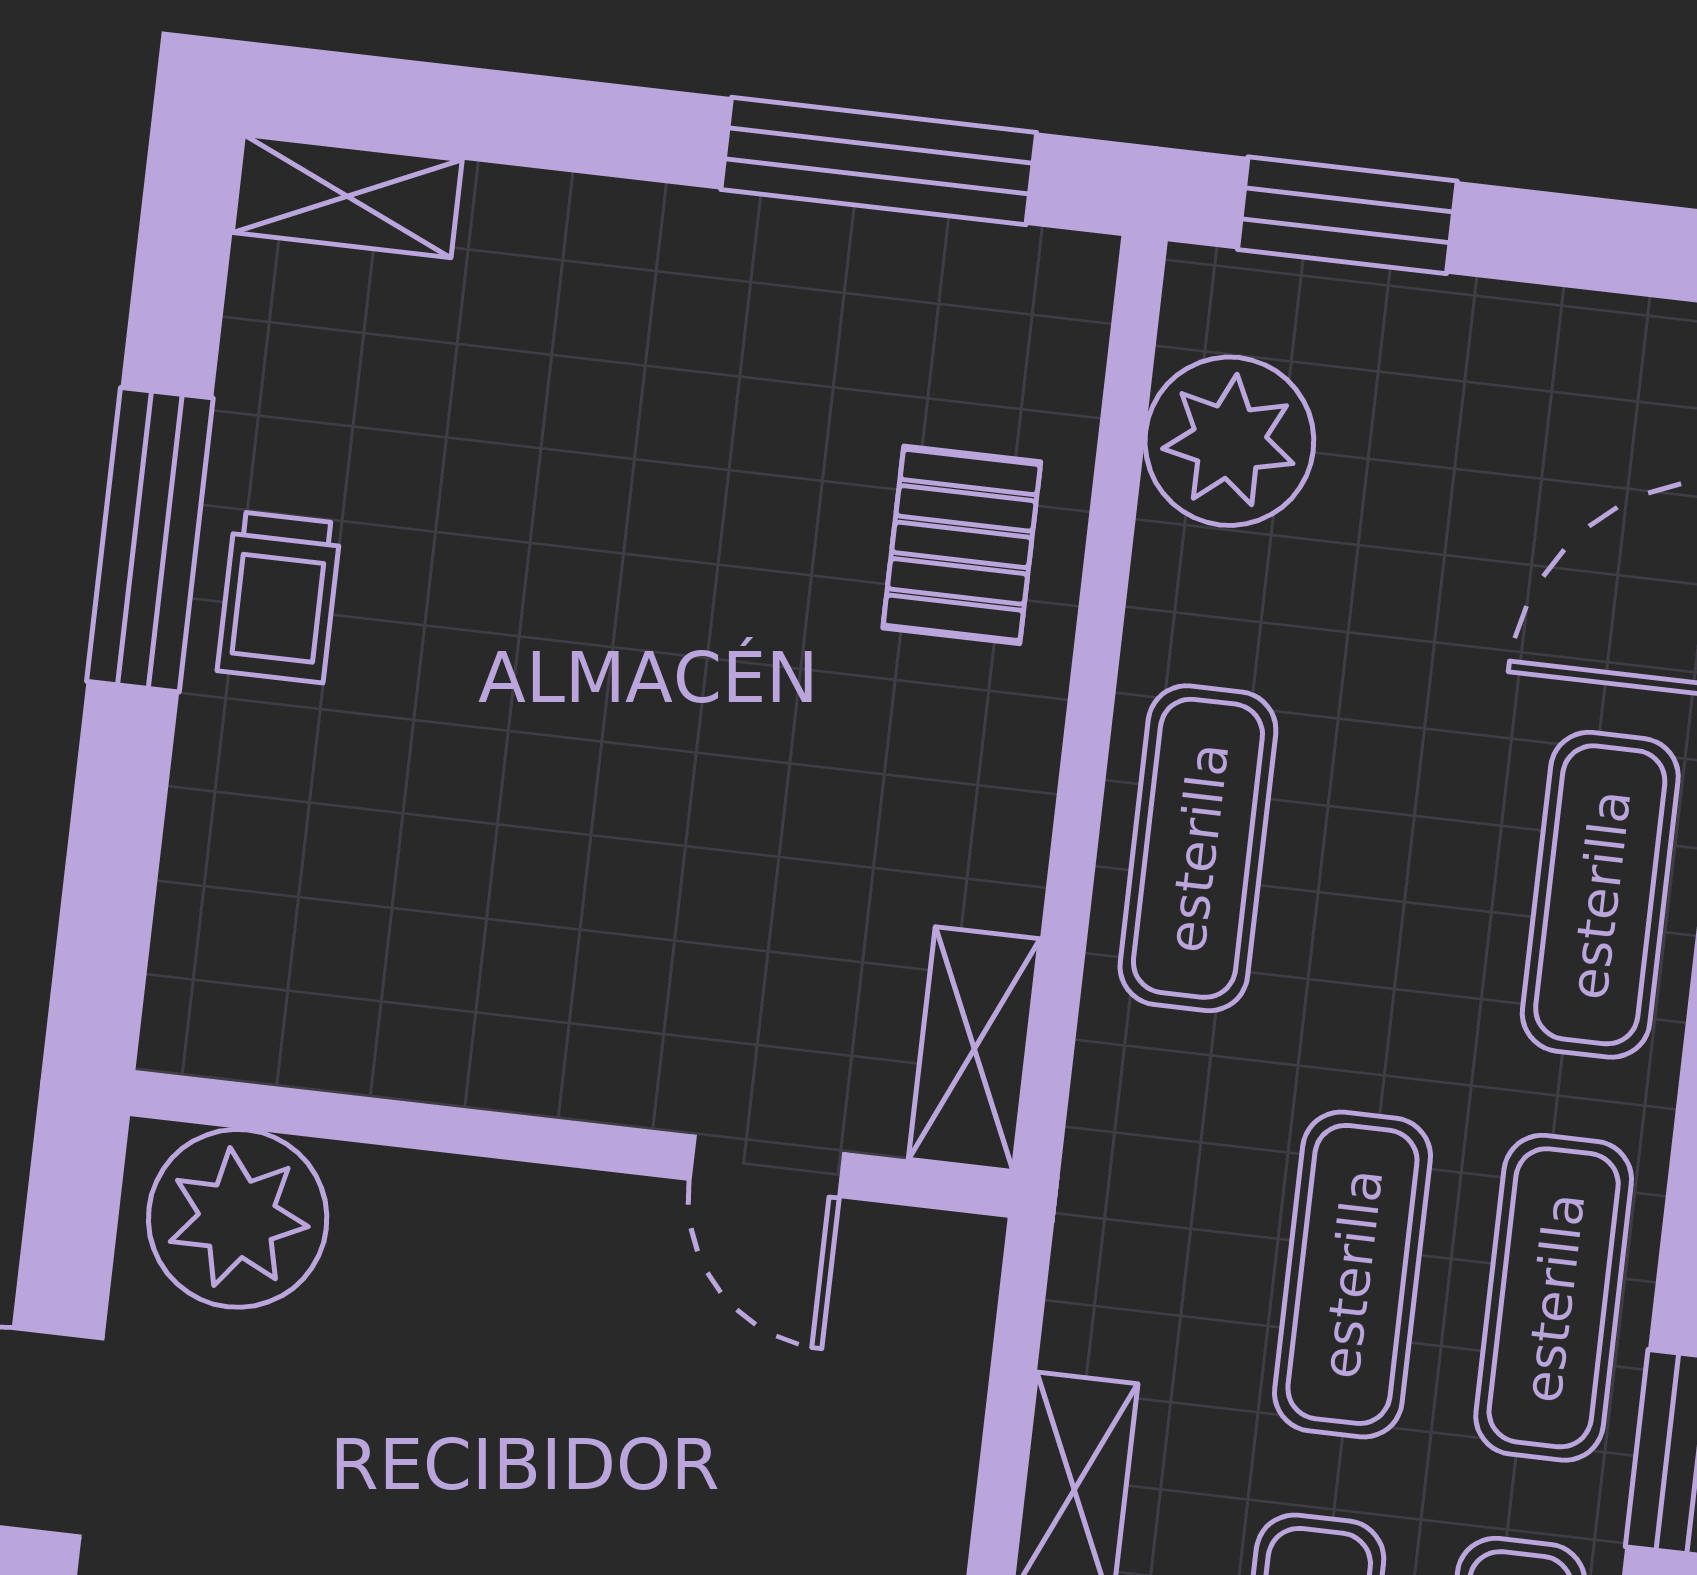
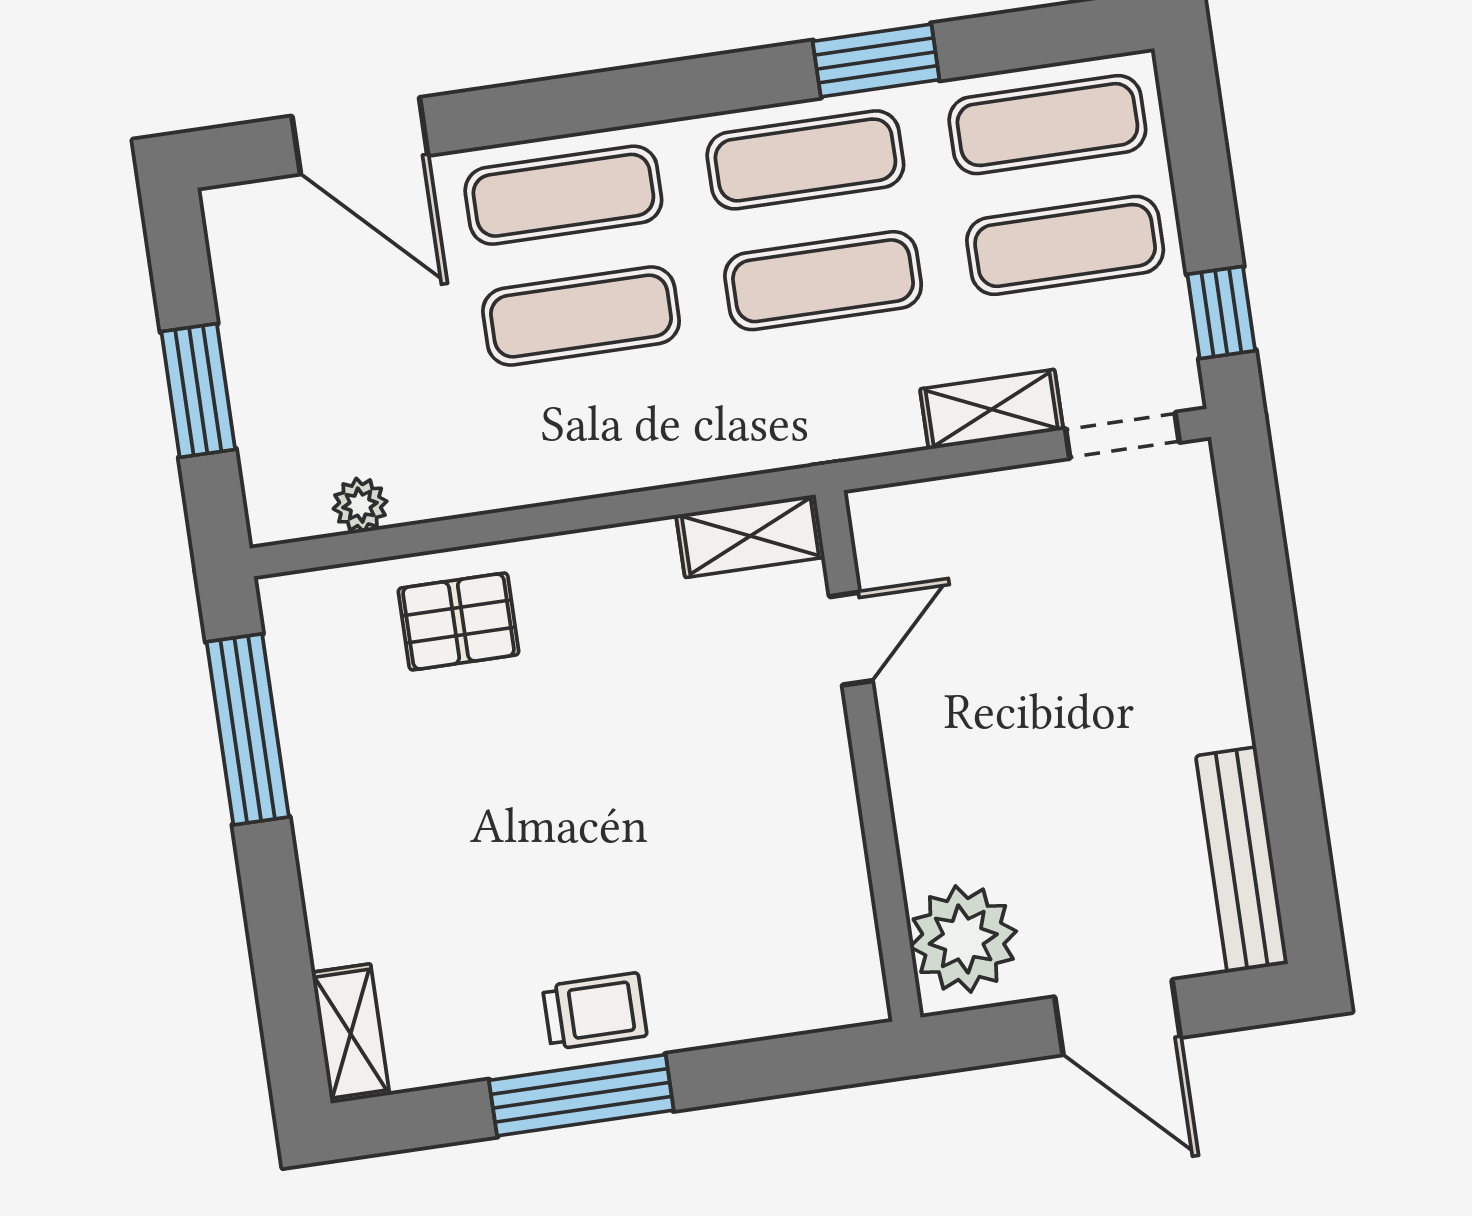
window: (1347, 215) -> (198, 391), moved
plant: (1229, 441) -> (360, 505), width x0.53, depth x0.53
exercise mat: (1198, 848) -> (581, 316), moved

